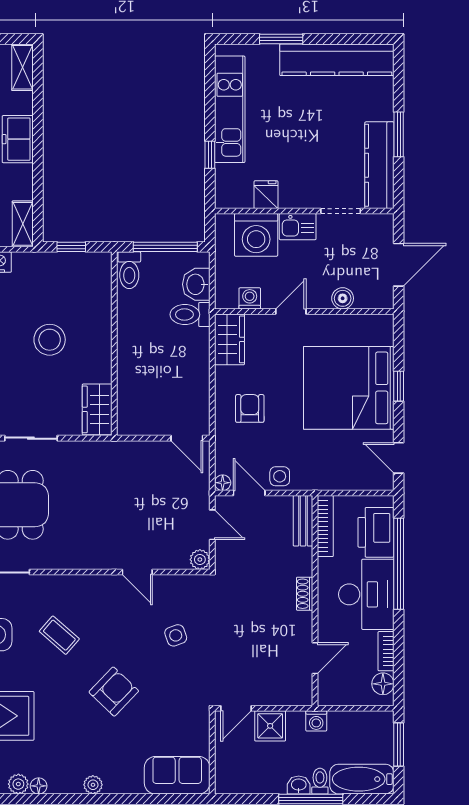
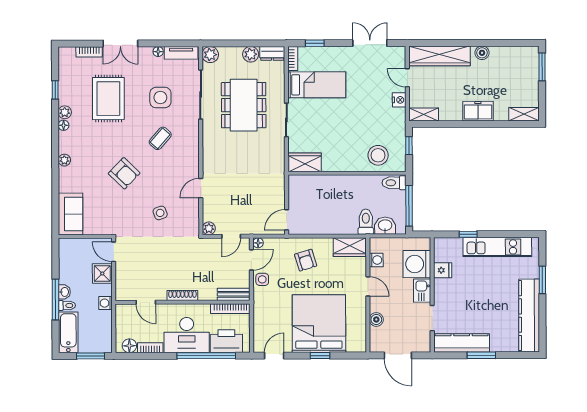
stool: (50, 340) -> (378, 155), moved
armchair: (250, 408) -> (306, 260), turned 73
shoe rack: (305, 594) -> (182, 295), width x1.43

